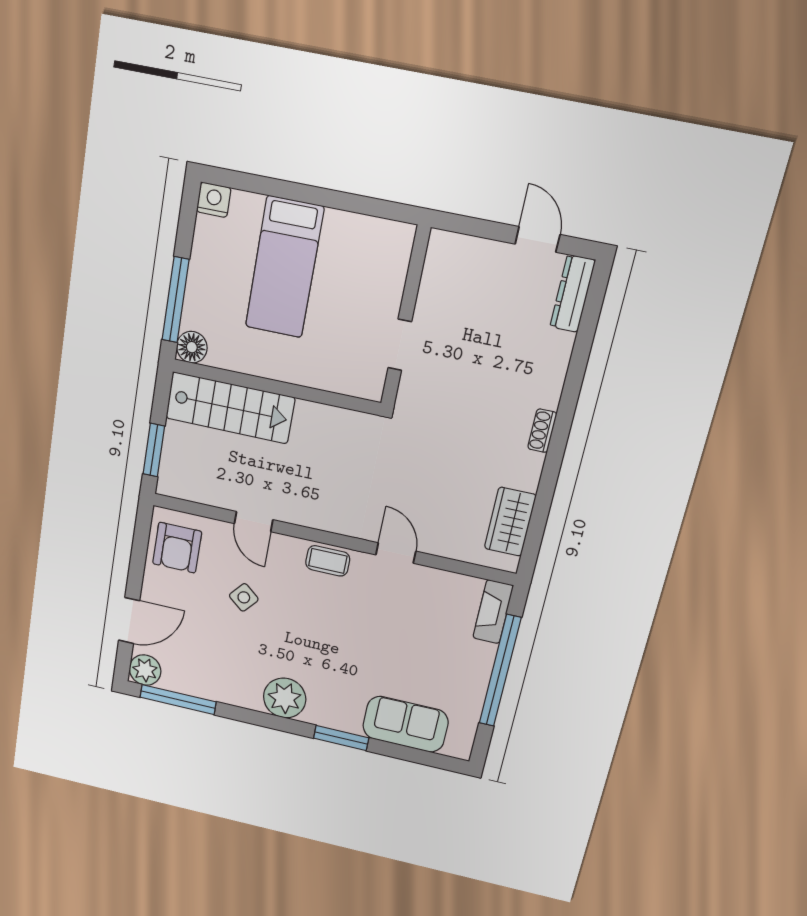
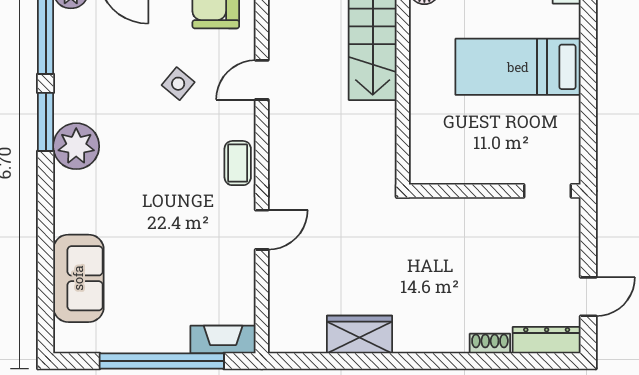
doorway: (400, 345) -> (547, 191), moved
shoe rack: (542, 431) -> (490, 344), moved
wardrobe: (510, 522) -> (359, 335), moved
window: (341, 738) -> (46, 122), moved

